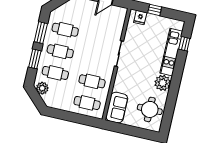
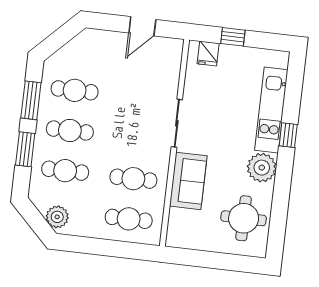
window: (184, 44) -> (288, 135), moved
plant: (42, 88) -> (57, 217), moved
sofa: (117, 108) -> (188, 181), moved

